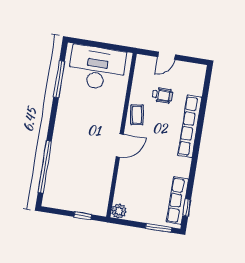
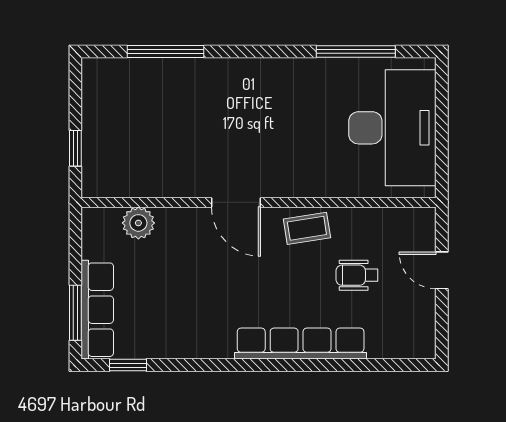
wheelchair: (162, 95) -> (357, 275), turned 90
window: (45, 167) -> (165, 51), width x0.68
row of seats: (177, 200) -> (97, 310), moved, turned 90
plant: (119, 211) -> (138, 223), moved

